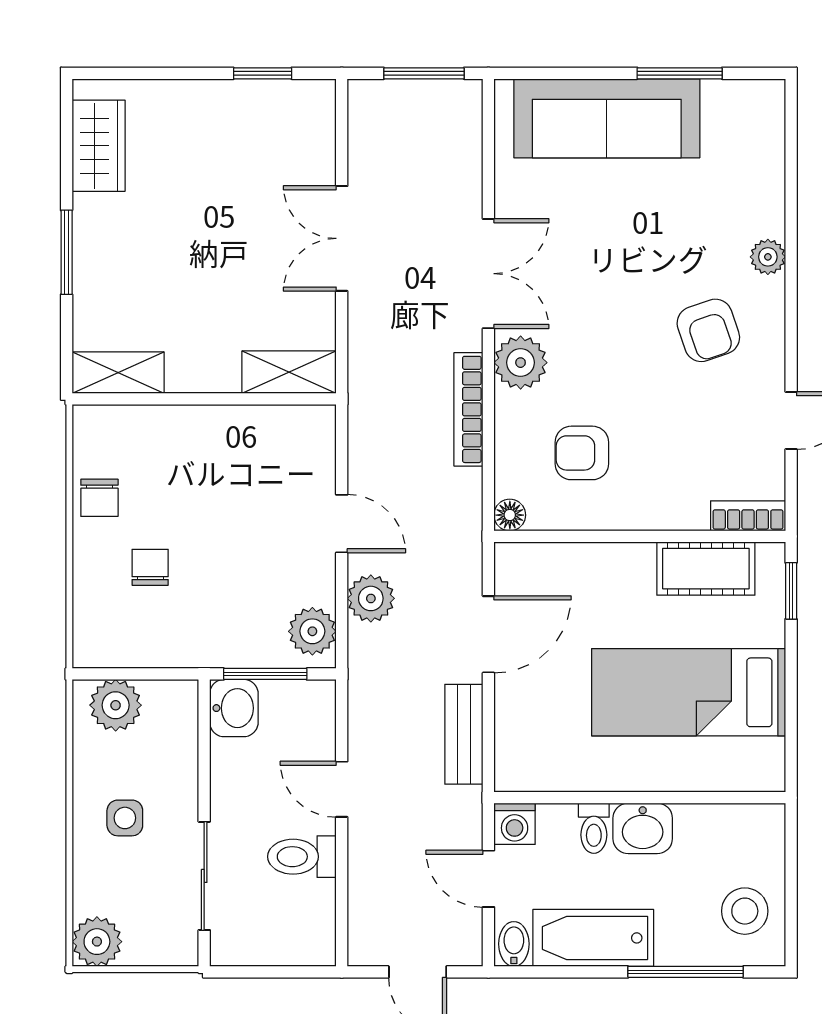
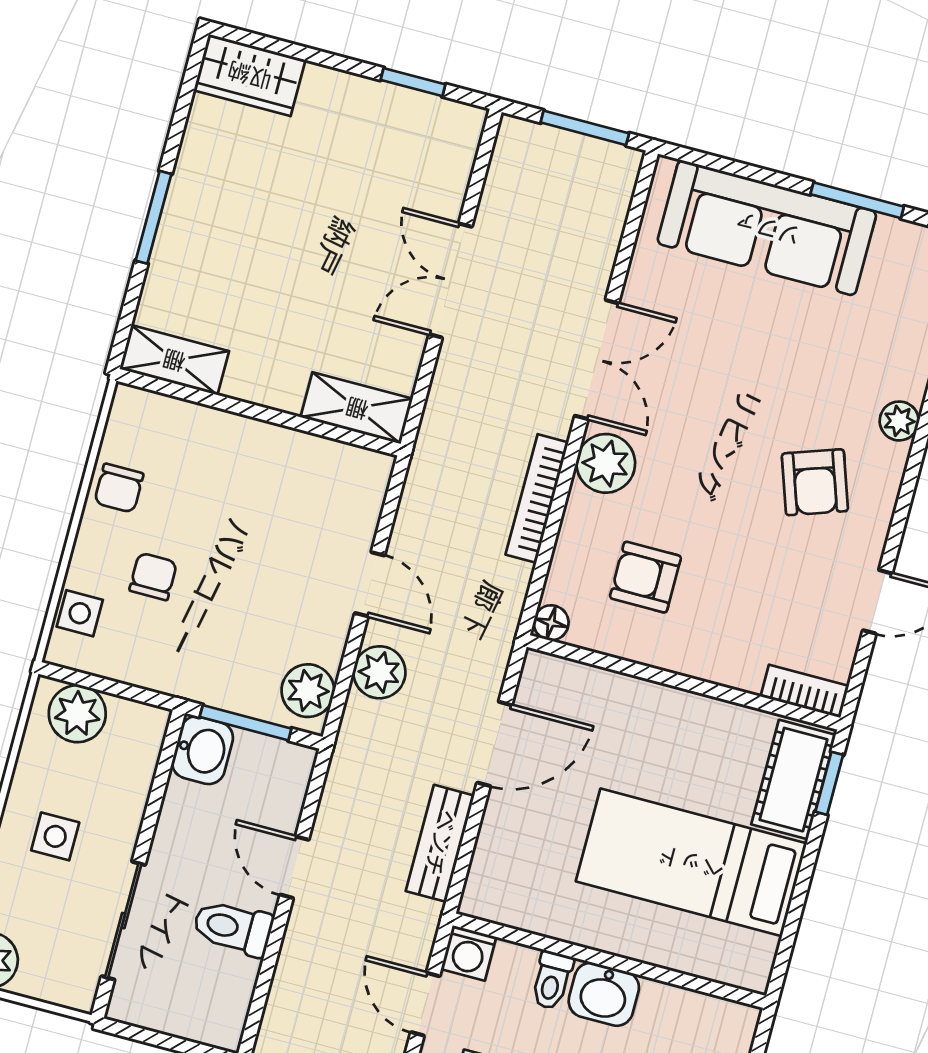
wardrobe: (99, 146) -> (250, 75), moved, turned 90
cot: (706, 569) -> (793, 780), moved, turned 90
side table: (94, 617) -> (80, 613), added

